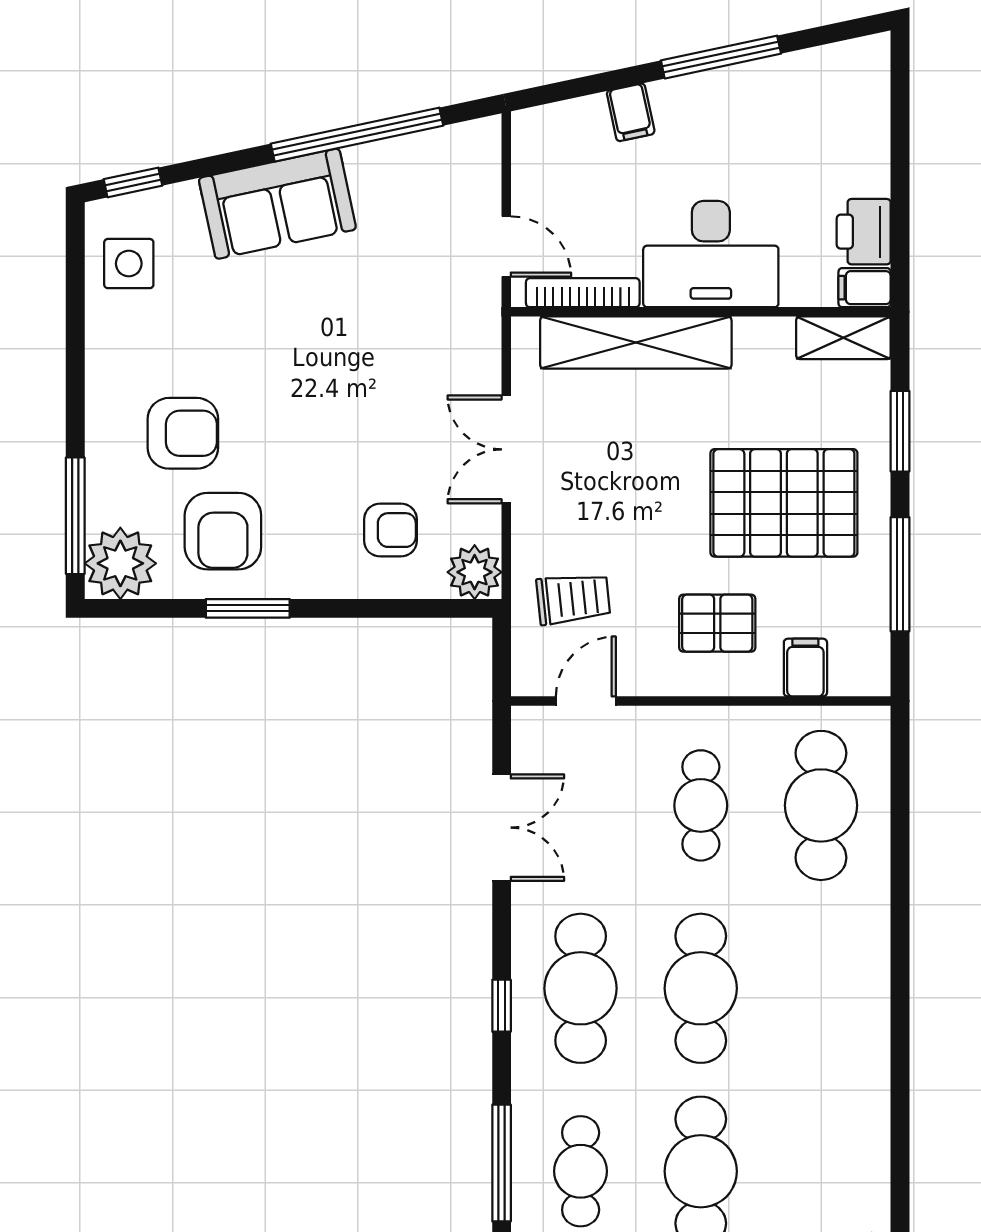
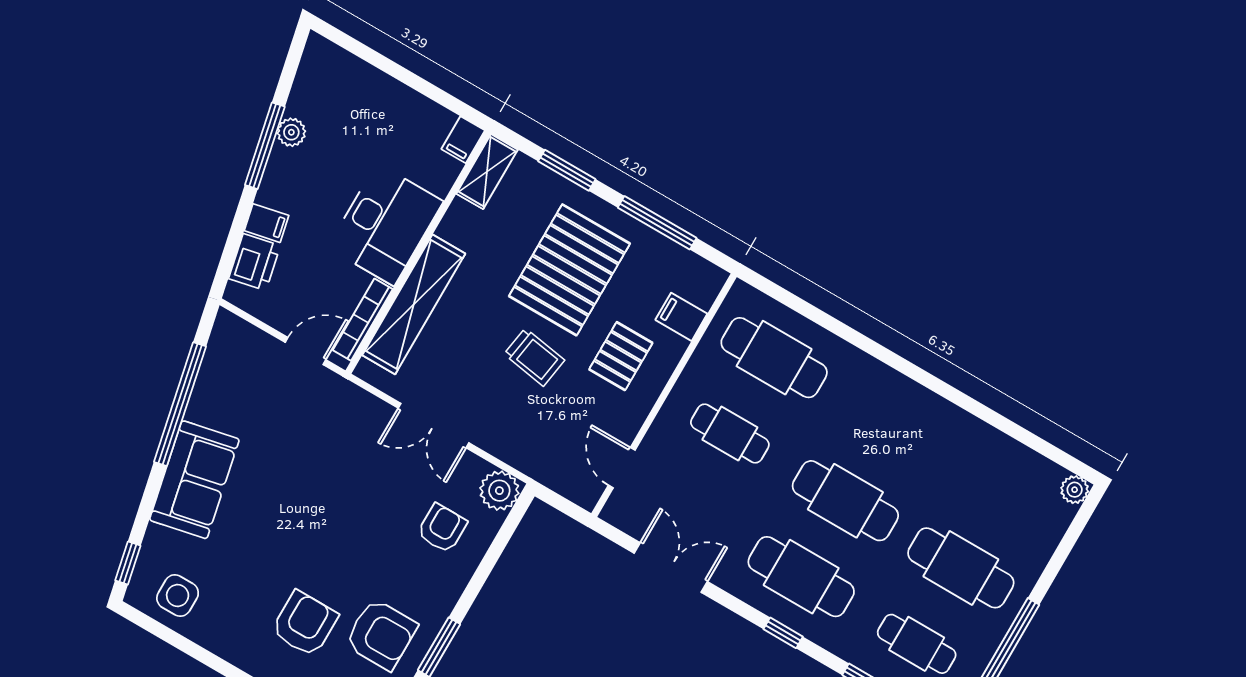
plant: (755, 79) -> (291, 132), added
printer: (864, 232) -> (255, 262), moved, turned -102
trolley: (573, 599) -> (534, 357), moved, turned 105

